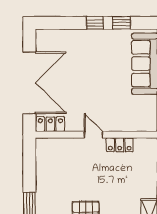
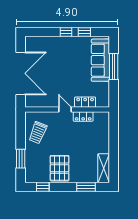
locker: (50, 124) -> (85, 102), moved
trolley: (54, 168) -> (38, 133), added

